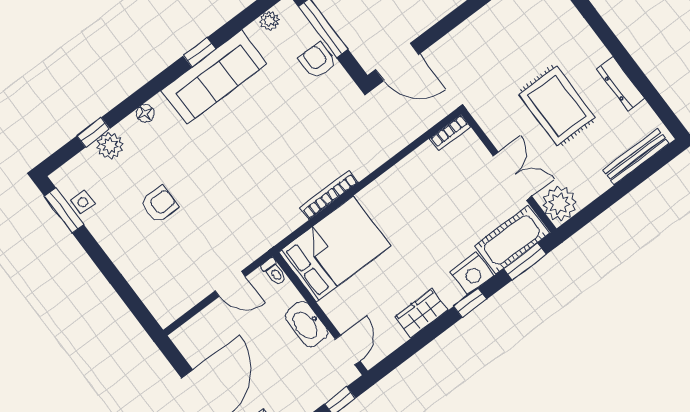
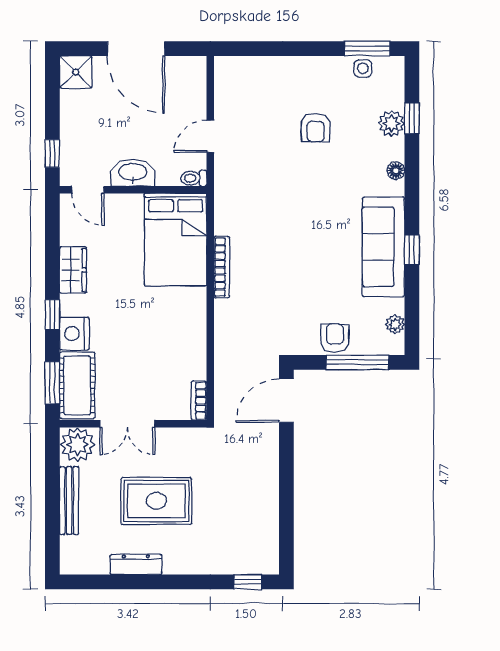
armchair: (317, 61) -> (335, 338), turned -90
bench: (636, 157) -> (69, 501), moved

